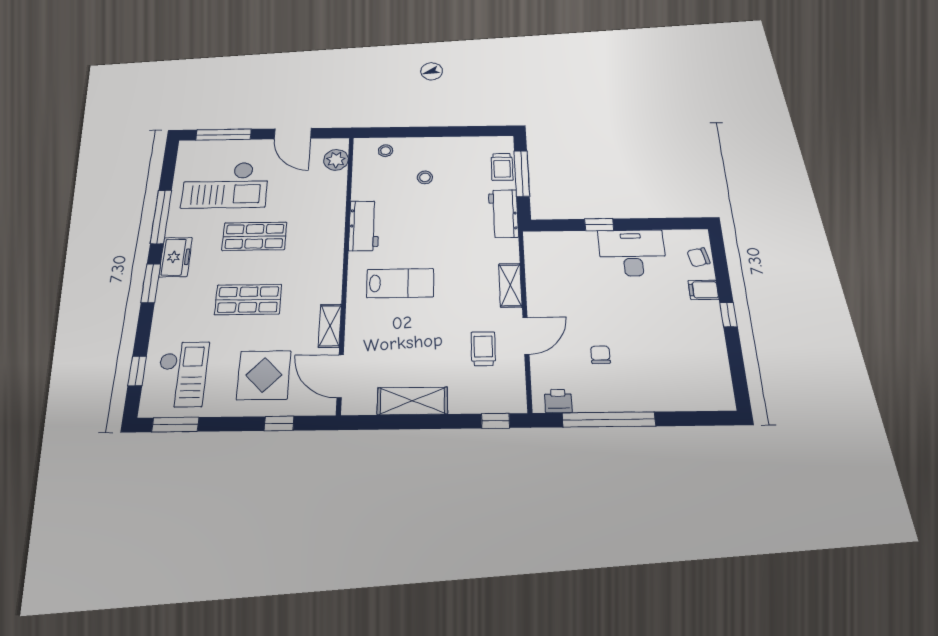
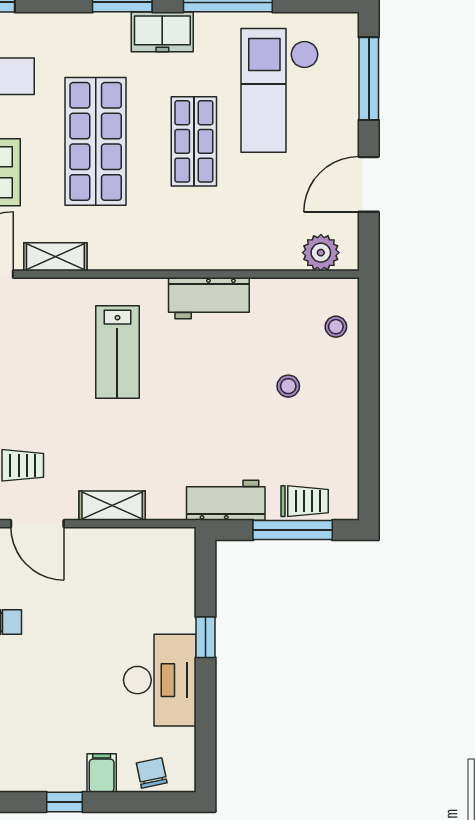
trolley: (502, 167) -> (305, 501), turned 180
shop shelf: (248, 299) -> (96, 141), width x1.43, depth x1.36

